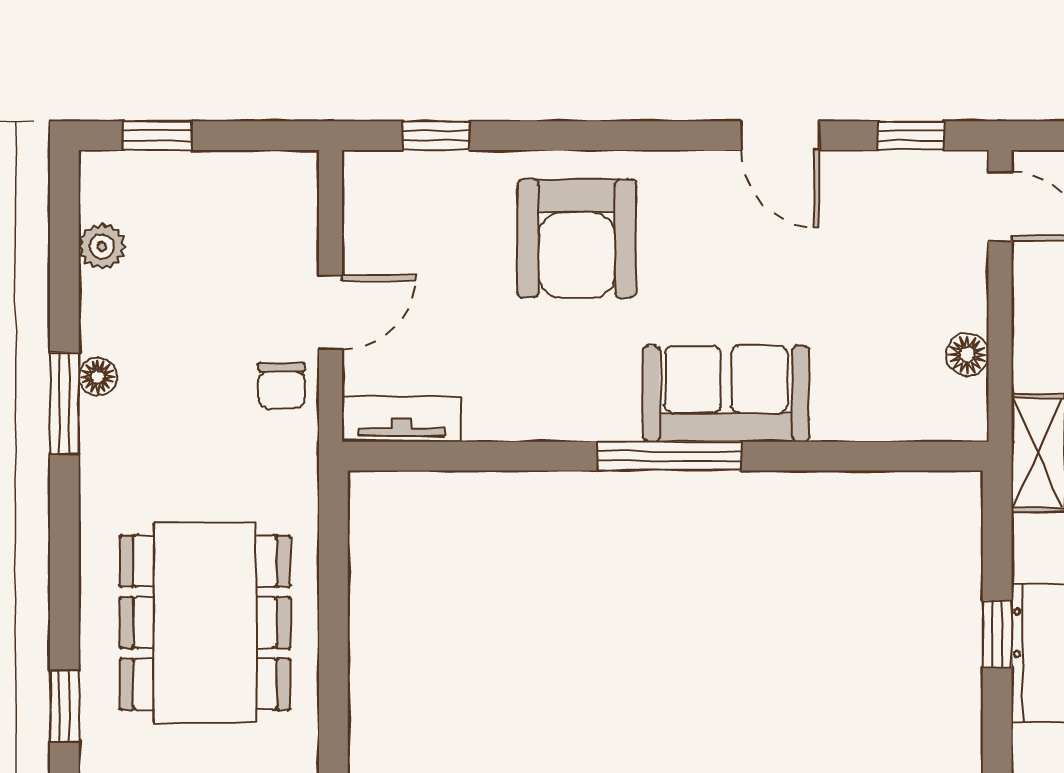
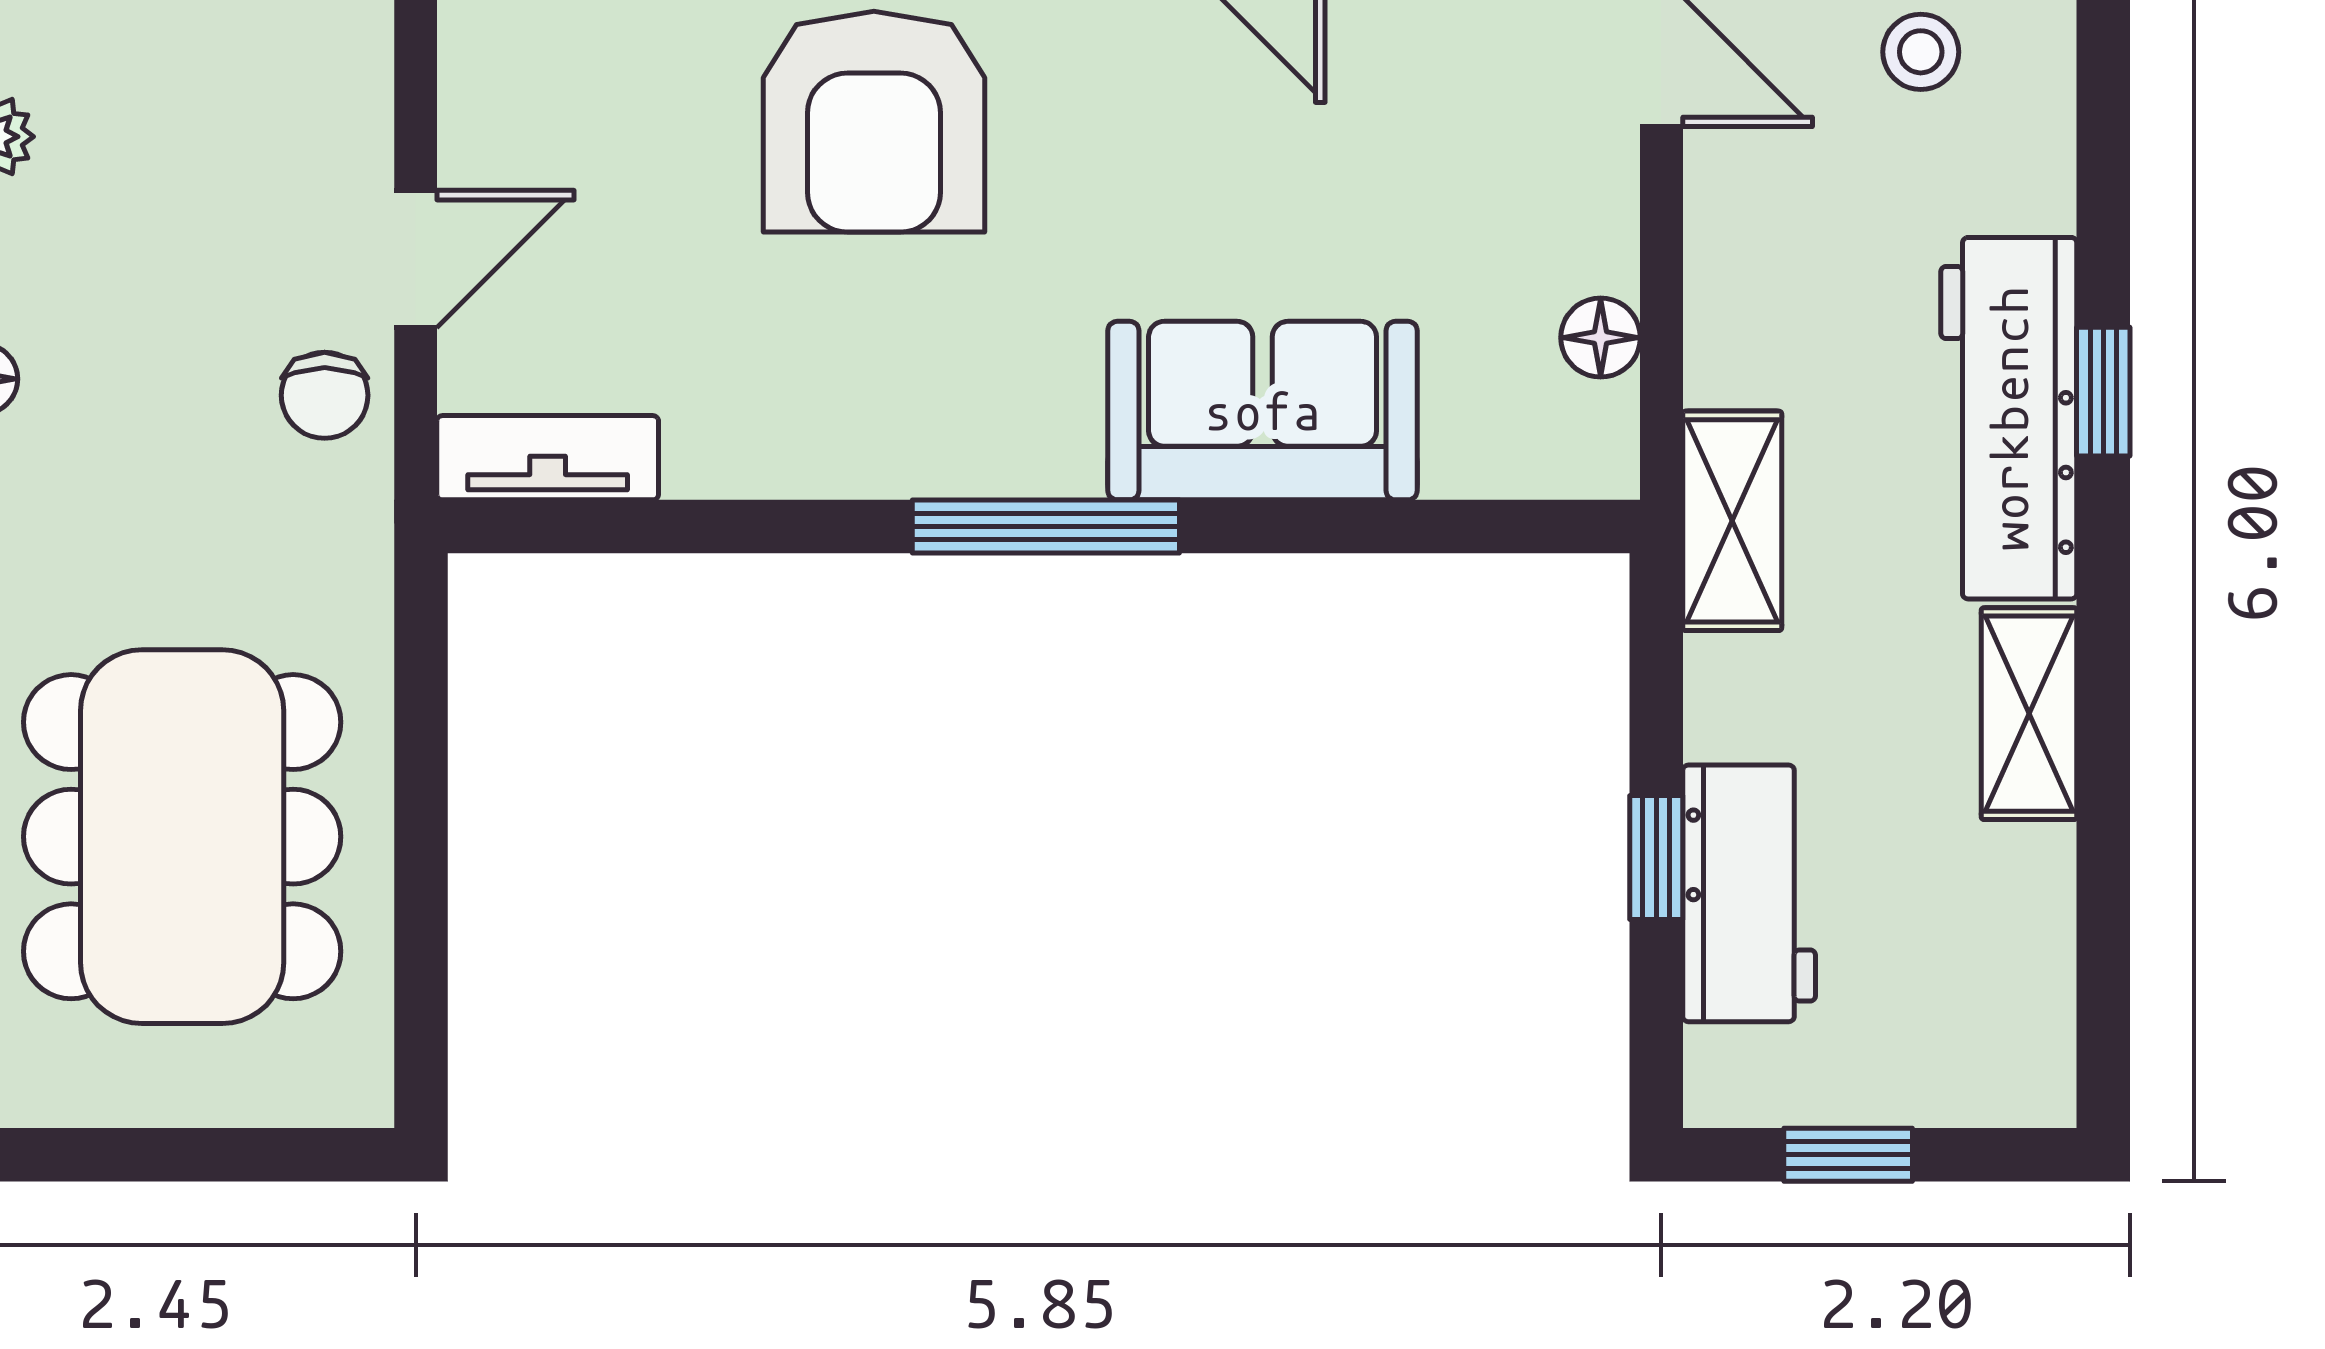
sofa: (726, 394) -> (1263, 411), moved

